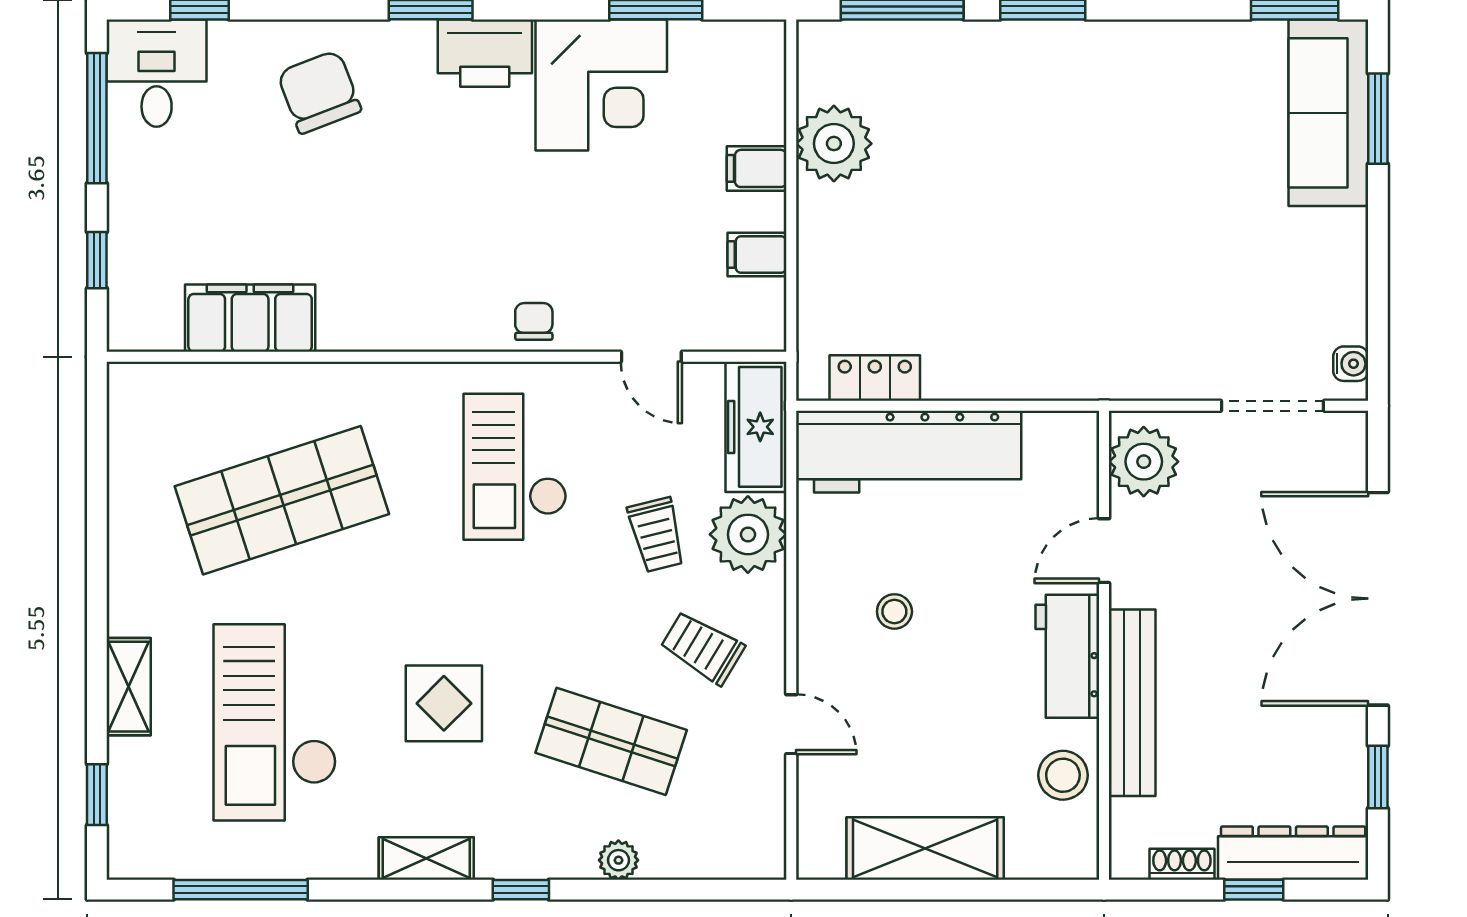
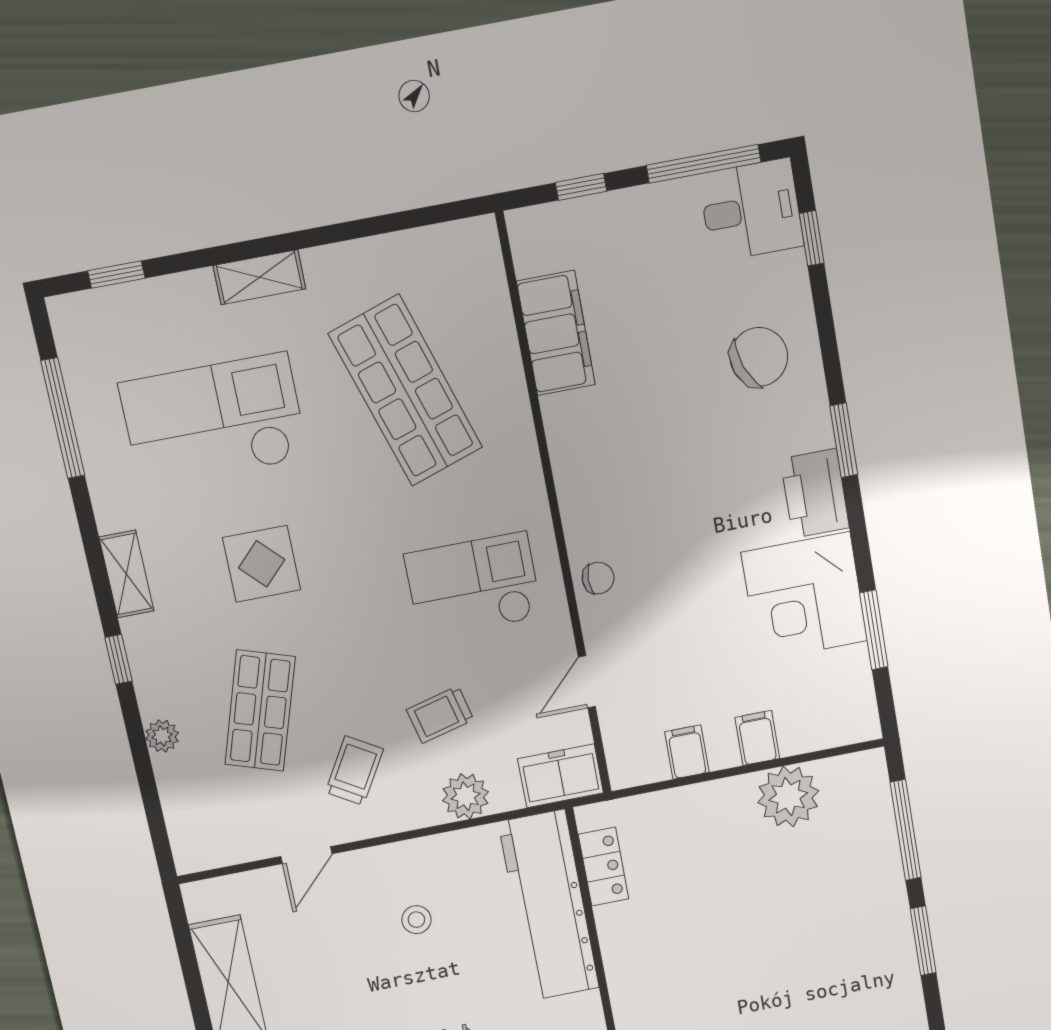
freezer: (756, 427) -> (561, 776), width x0.71
plant: (748, 534) -> (466, 796), width x0.73, depth x0.73
shelving: (129, 687) -> (259, 277), moved

